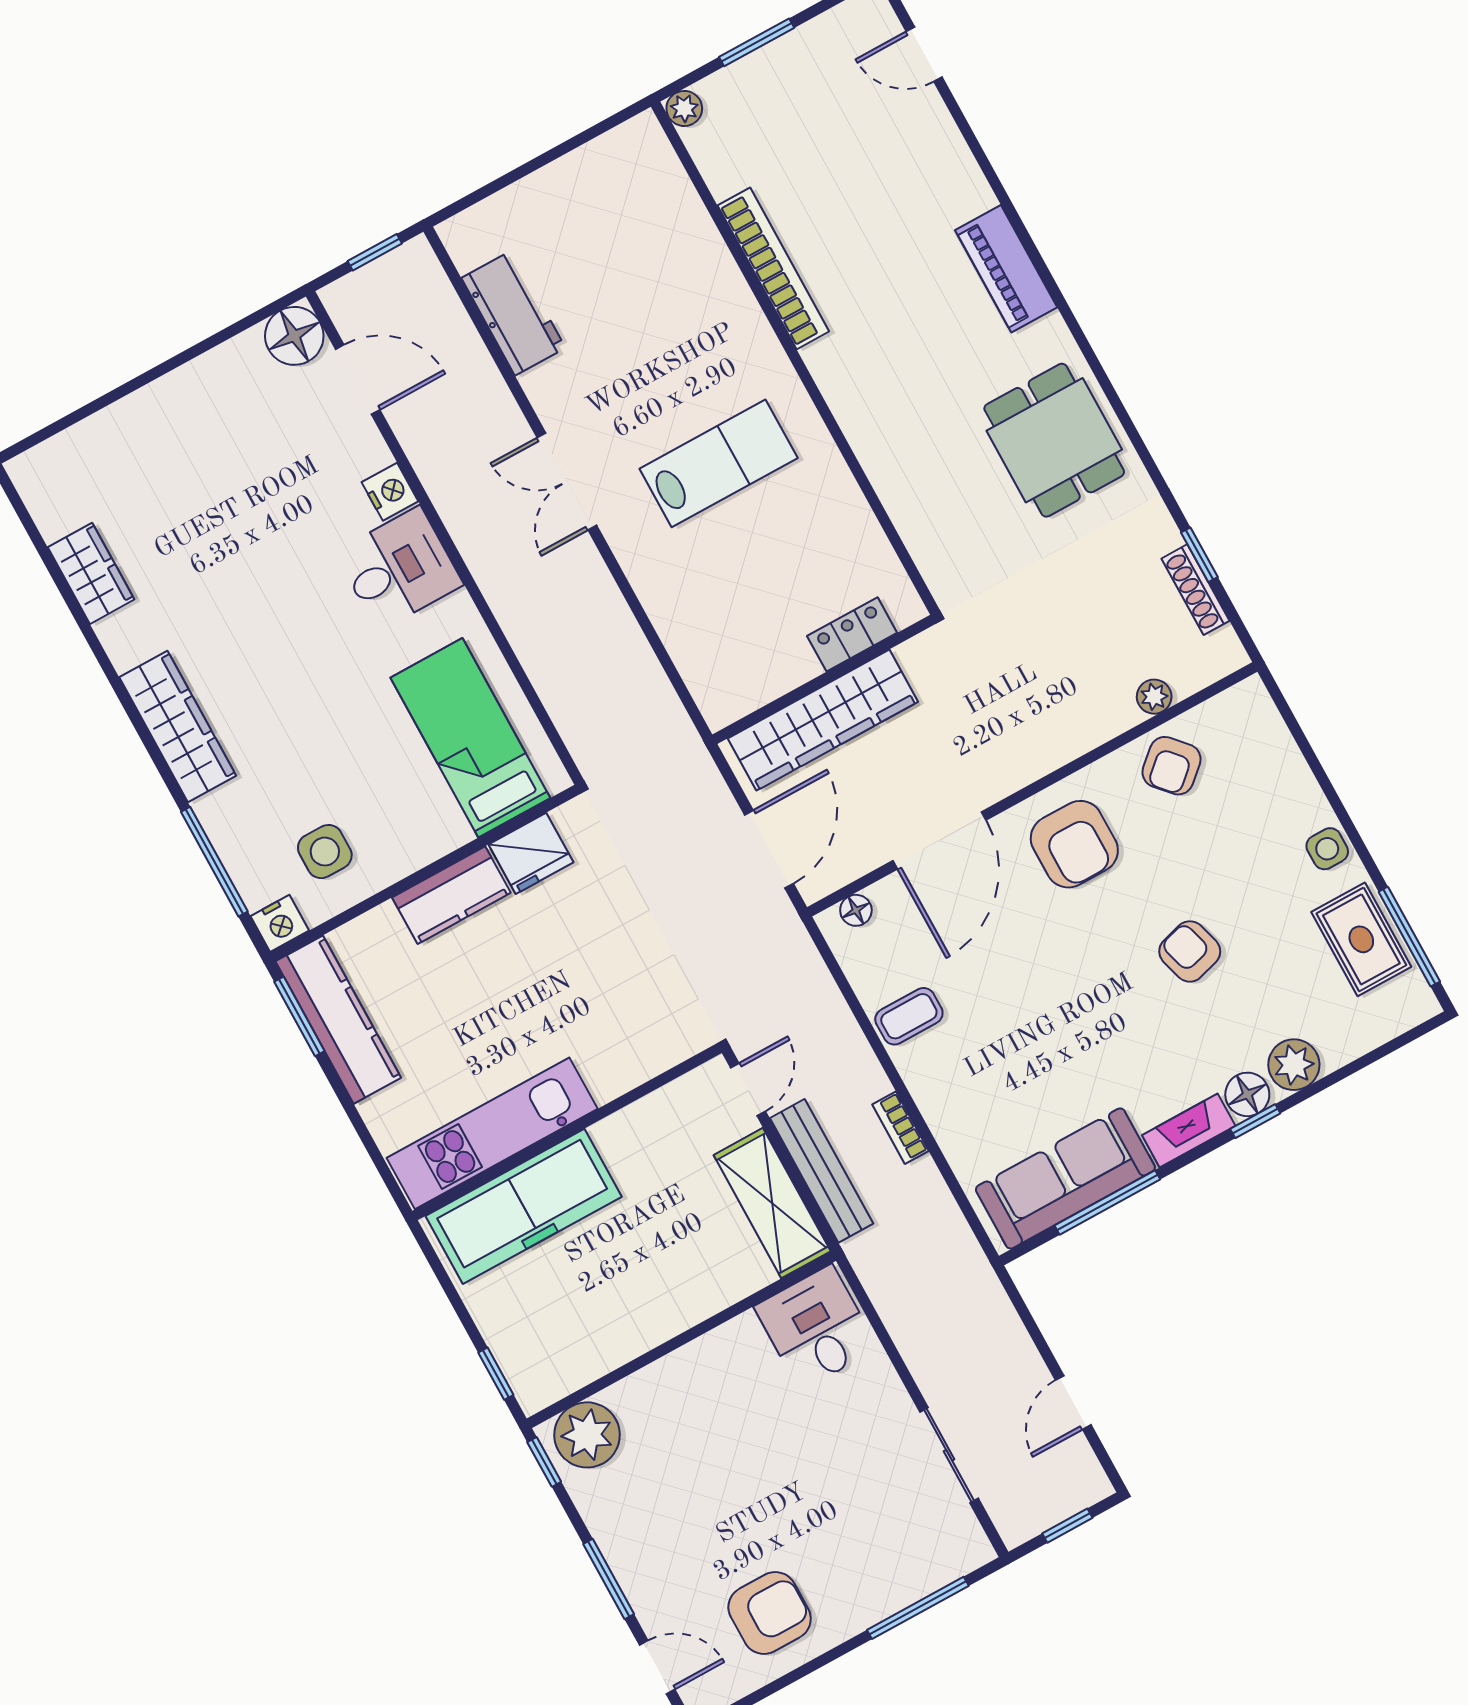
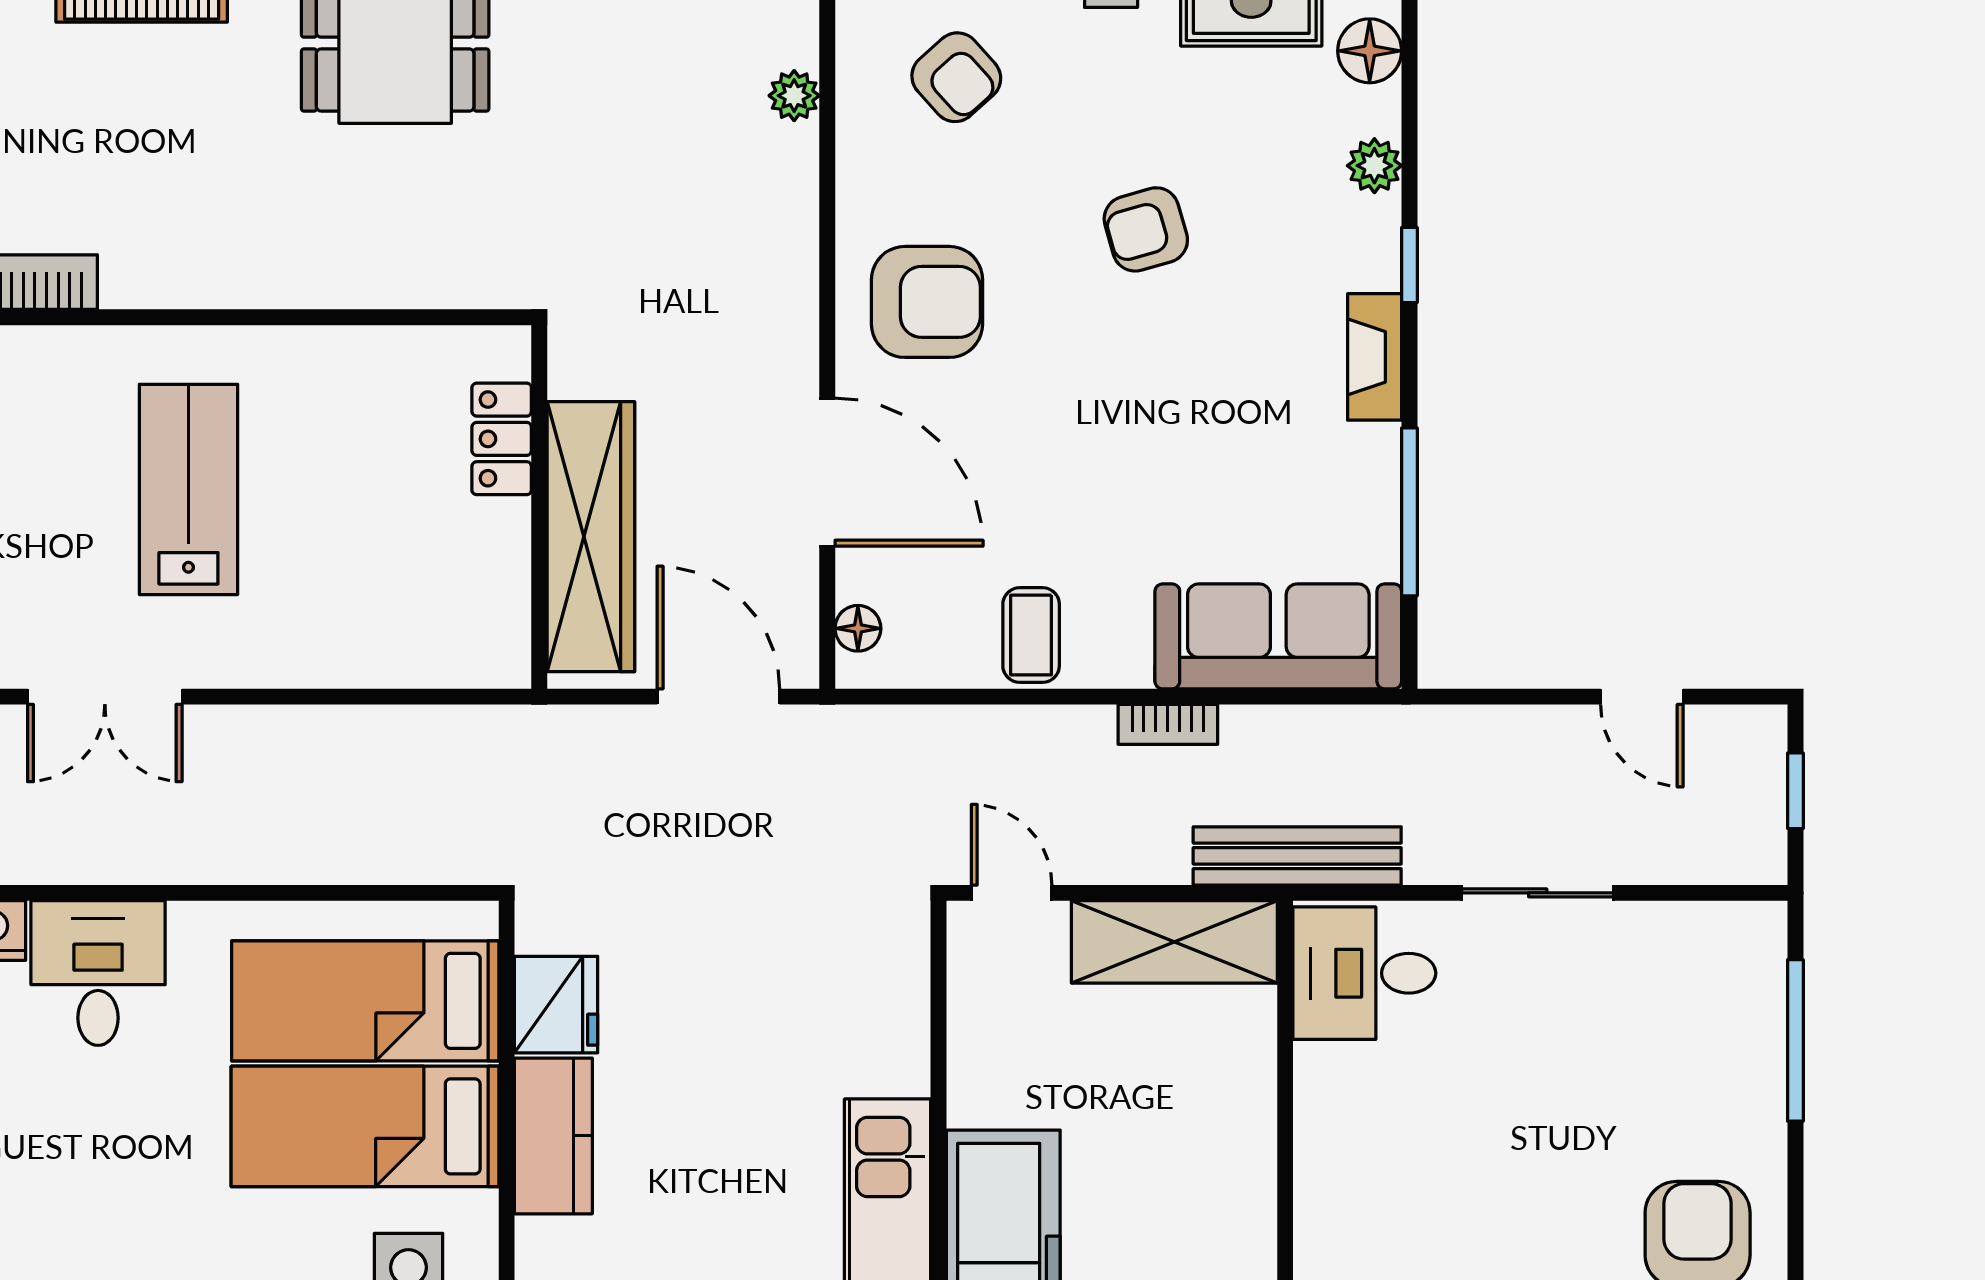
armchair: (1172, 766) -> (956, 77), moved
bed: (395, 779) -> (365, 1126), added
plant: (1294, 1065) -> (1374, 166), width x0.73, depth x0.73
floor lamp: (1247, 1094) -> (1370, 51), moved
bench: (822, 1171) -> (1297, 856), moved
sofa: (1065, 1178) -> (1278, 636), moved, turned 90
sliding door: (949, 1455) -> (1538, 893), moved

